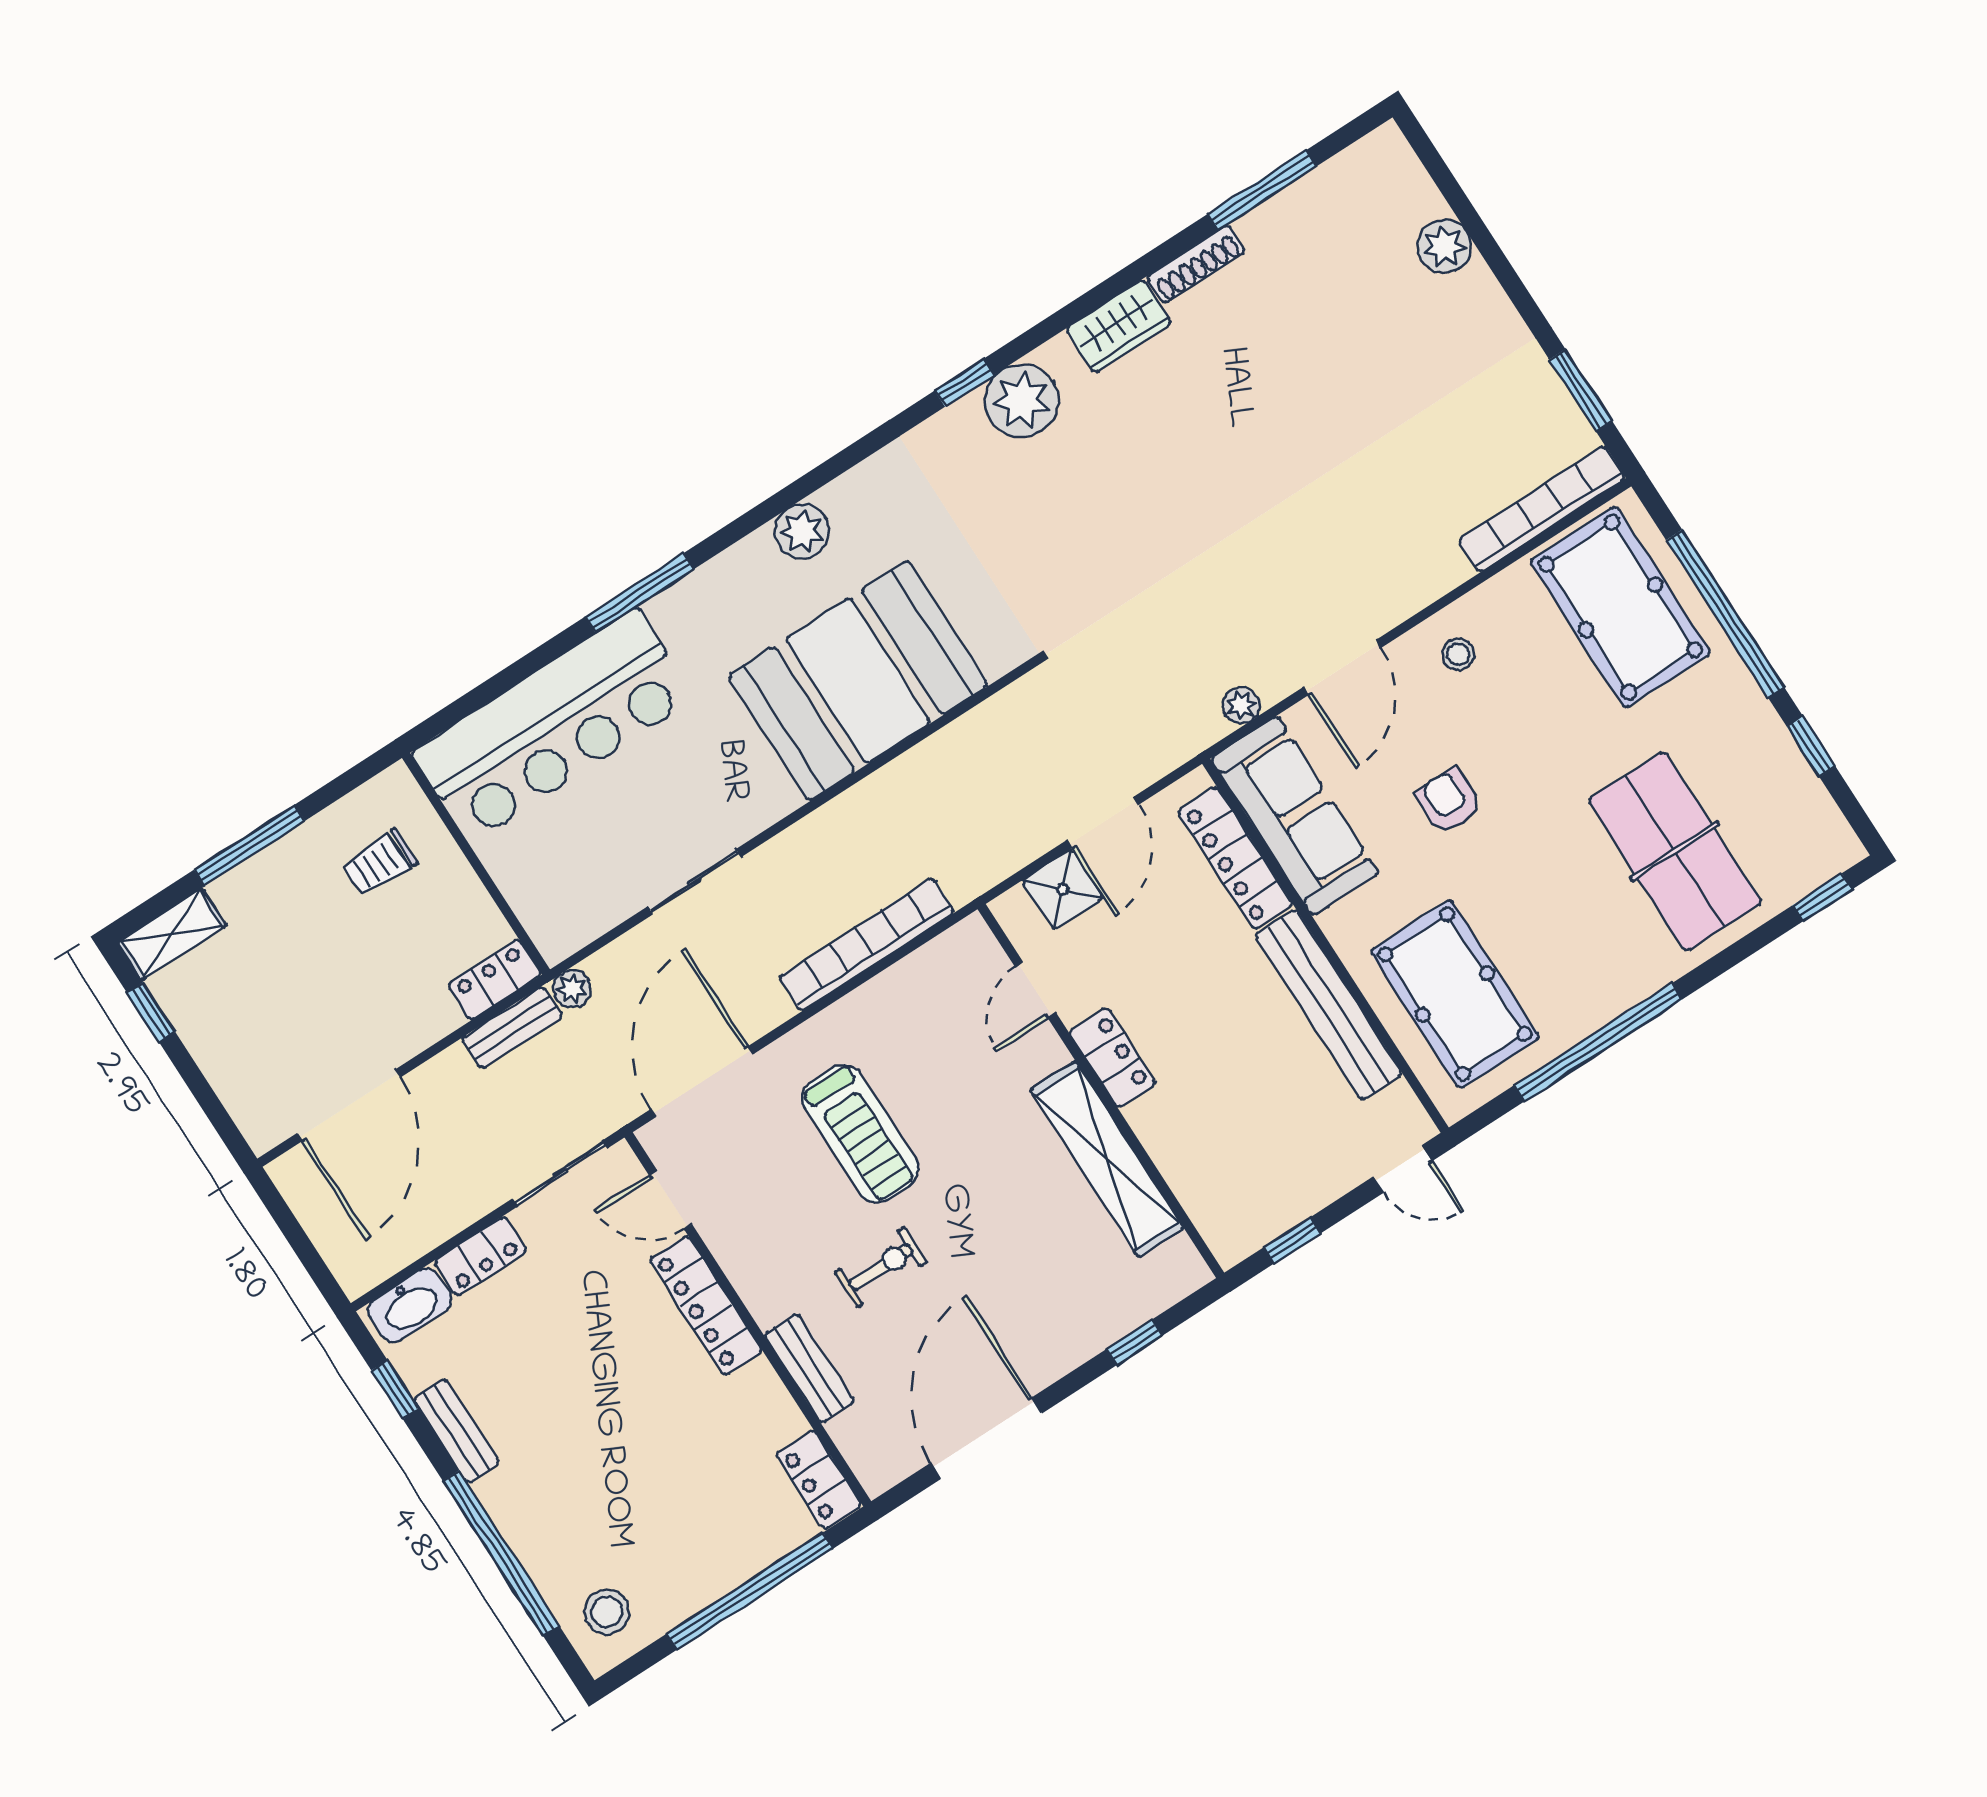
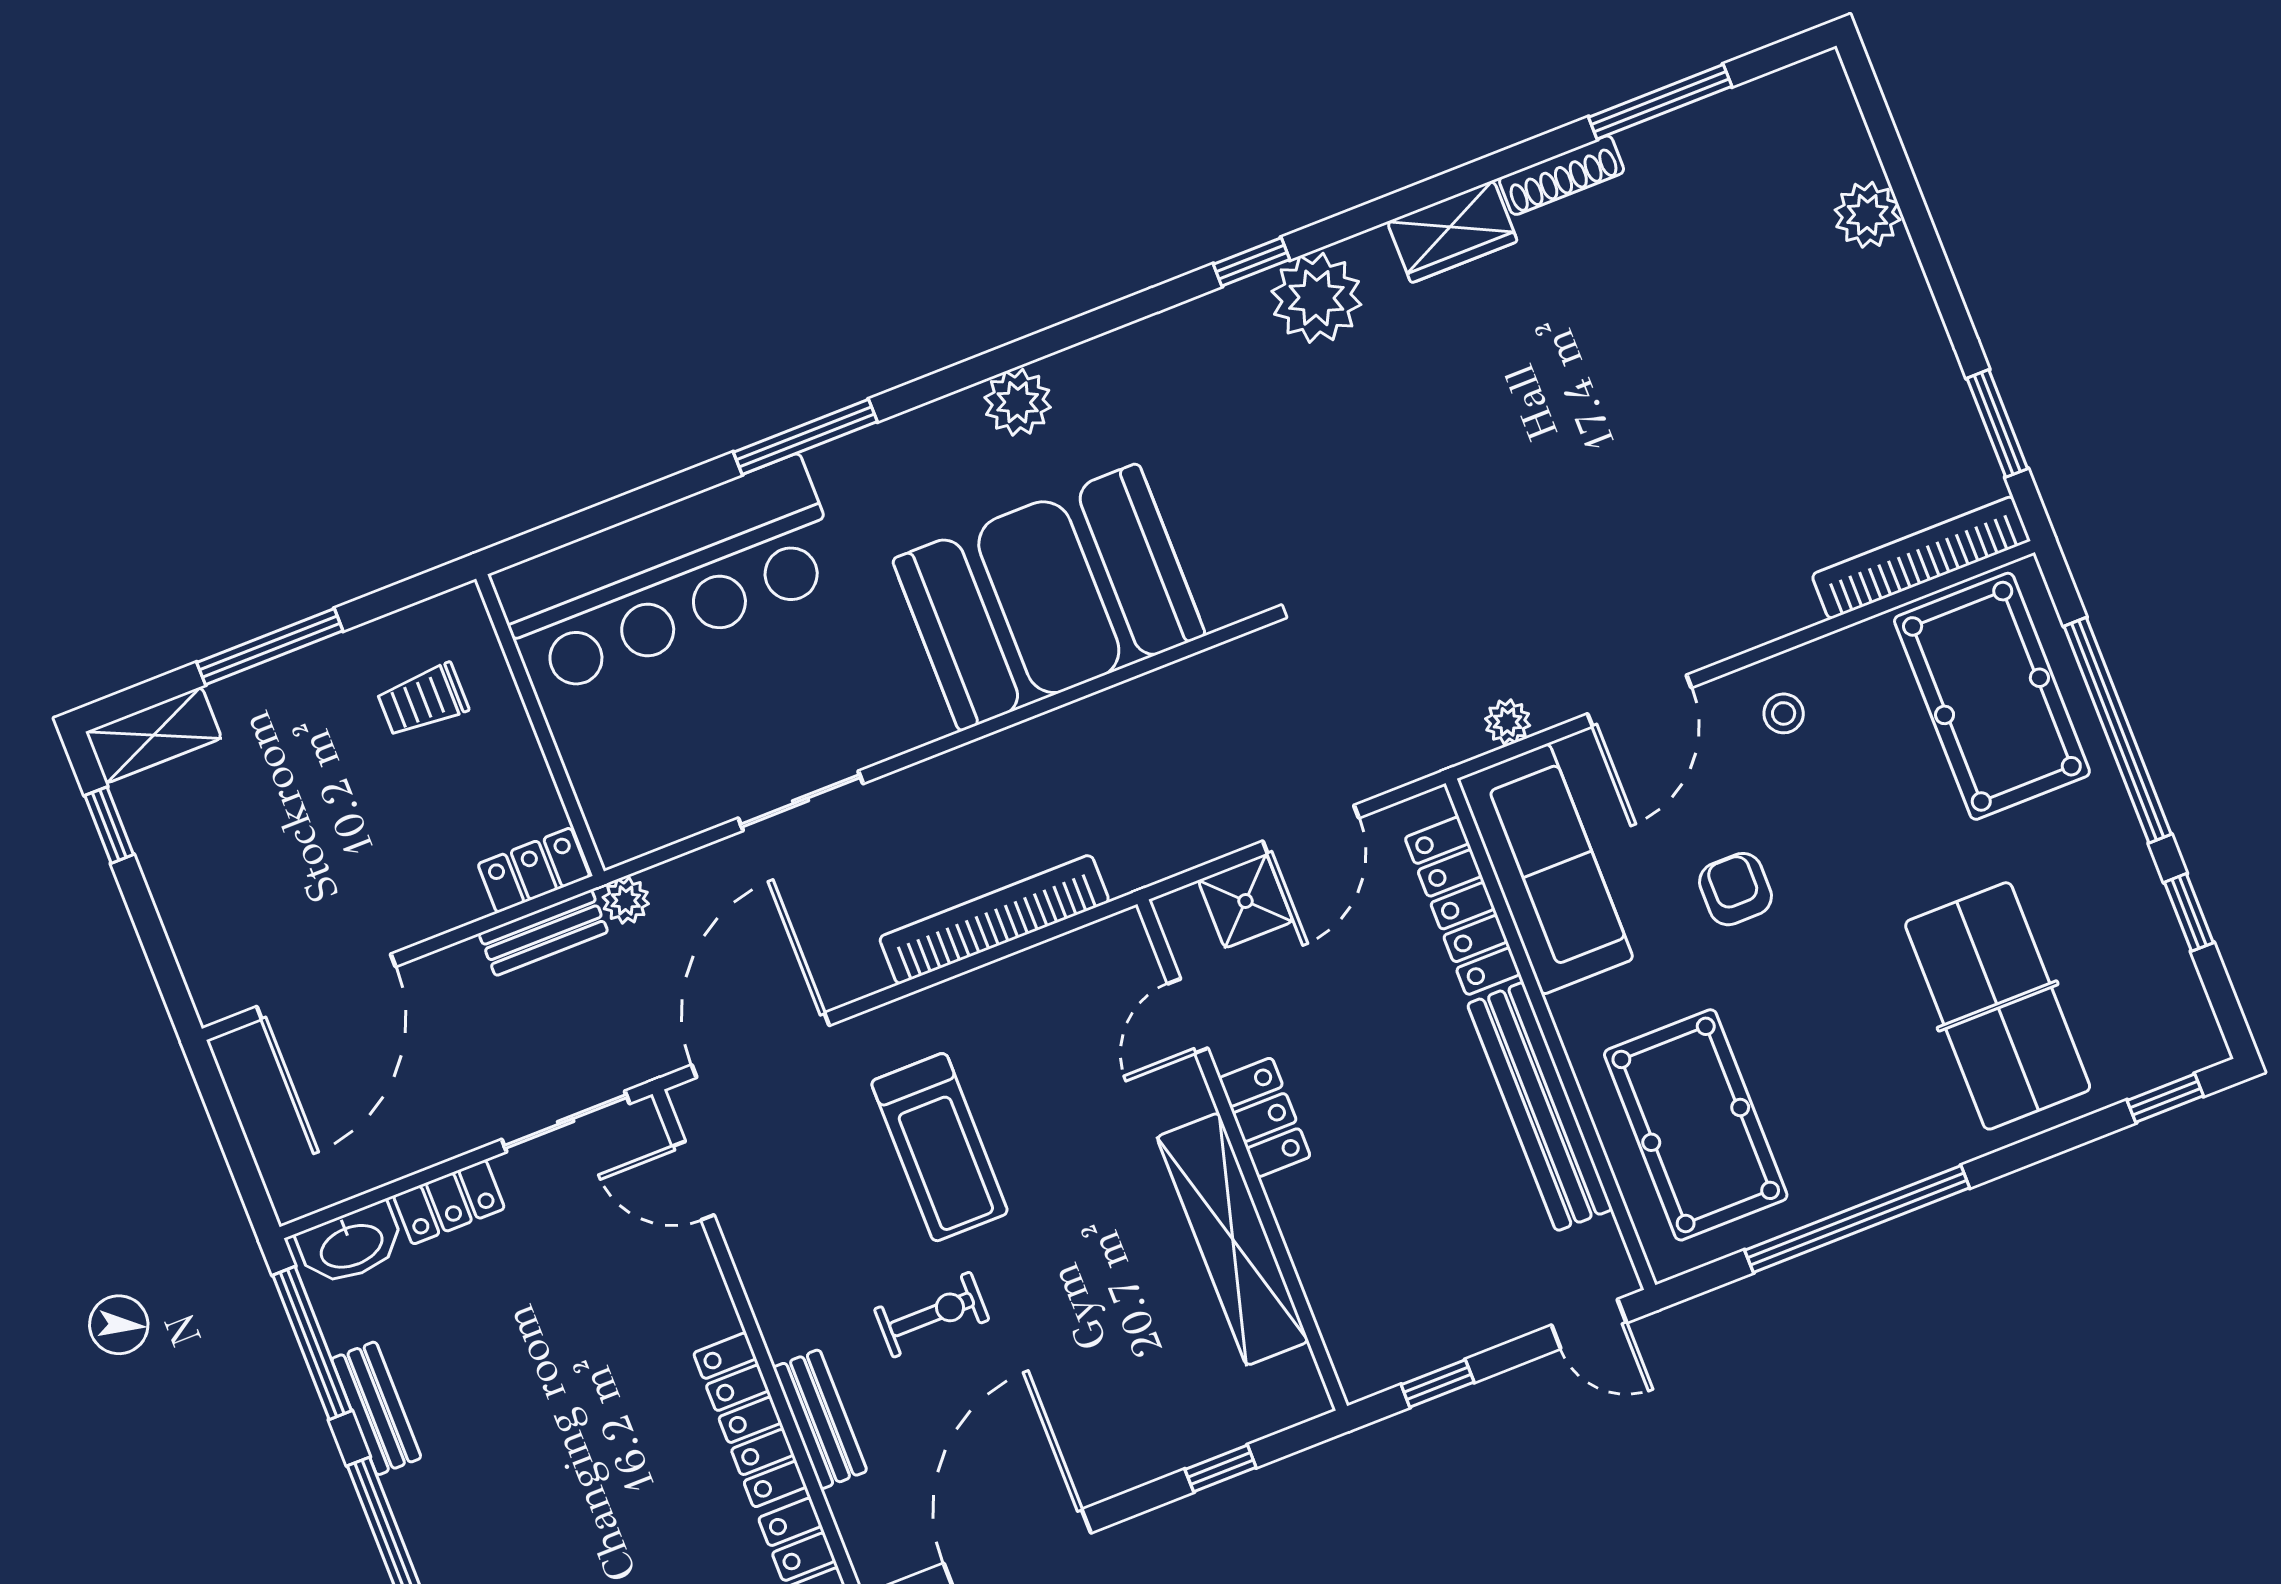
locker: (706, 1305) -> (750, 1420), moved
window: (395, 1390) -> (312, 1343), width x2.17

